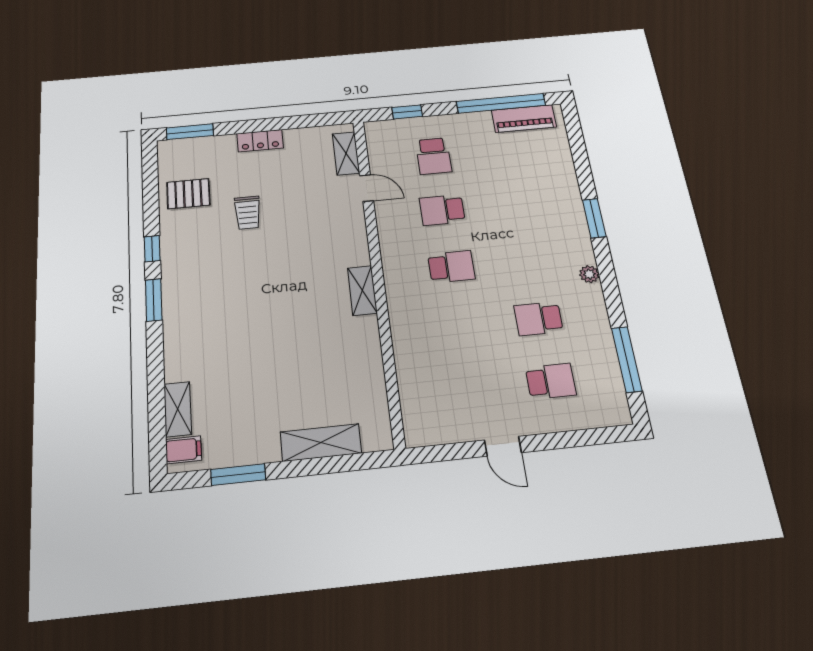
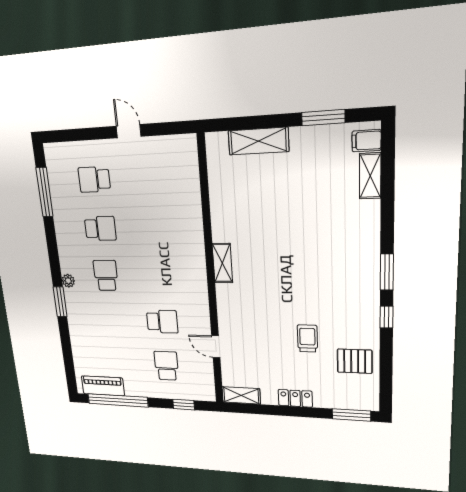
shelving: (346, 153) -> (241, 395), moved, turned 90
school desk: (451, 267) -> (106, 275), moved, turned 90
plant: (589, 274) -> (68, 281), moved

